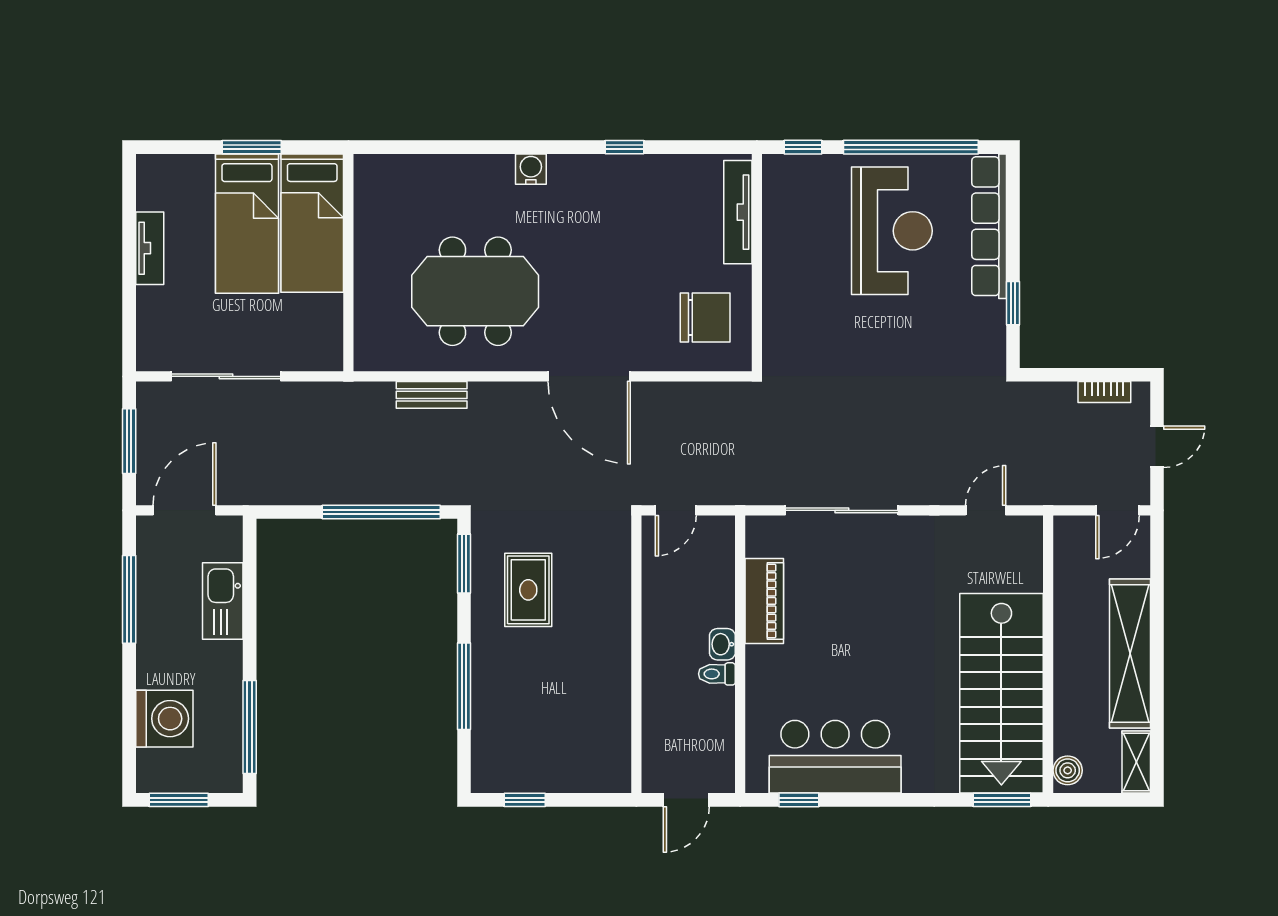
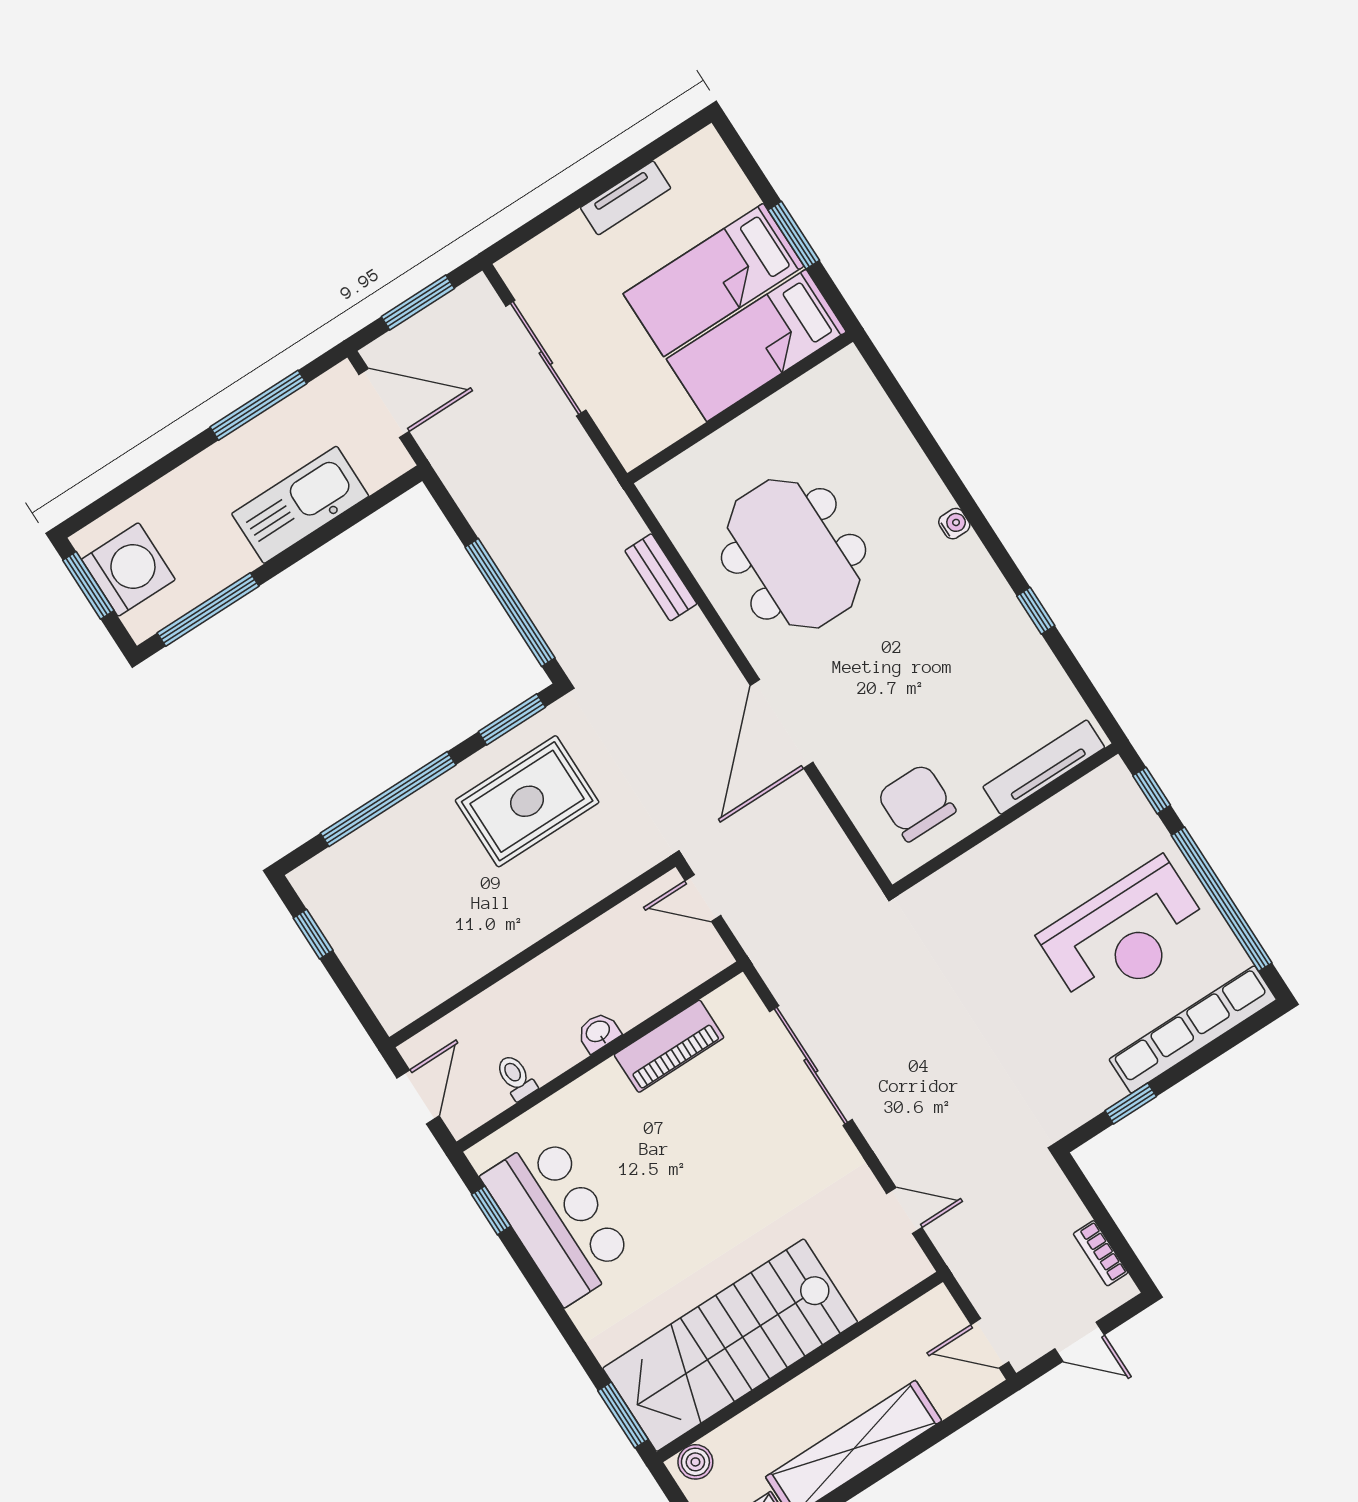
water cooler: (531, 169) -> (954, 524), width x0.72, depth x0.72
chair: (705, 317) -> (916, 803), turned 180
rug: (528, 590) -> (527, 801), width x1.36, depth x1.43
kitchen sink: (223, 601) -> (300, 505), width x1.36, depth x1.24
toilet: (717, 674) -> (516, 1077), moved
window: (464, 686) -> (388, 799), width x1.46
washing machine: (164, 719) -> (128, 569), moved, turned -90
door: (686, 800) -> (418, 1097), swing flipped

